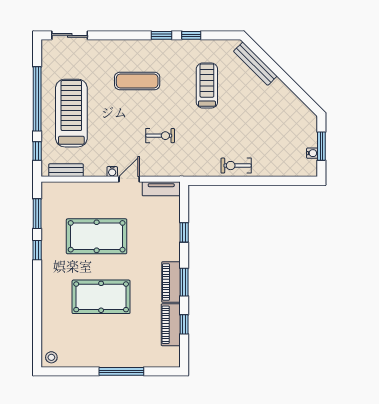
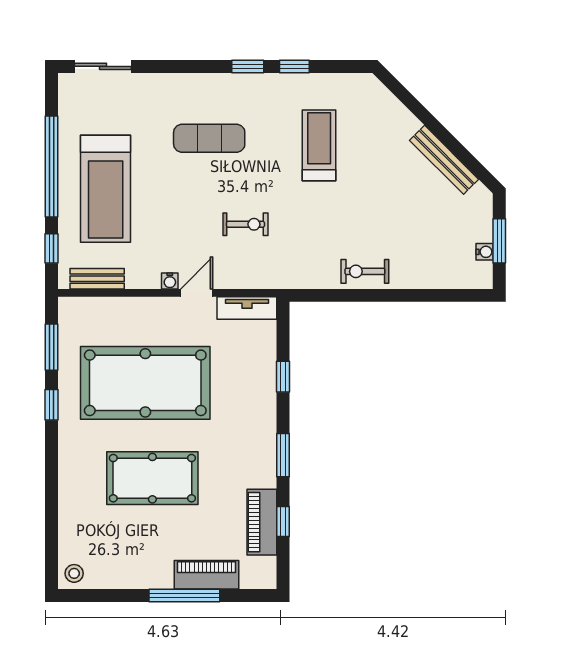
bench: (255, 64) -> (444, 160), moved
treadmill: (71, 113) -> (106, 189), turned 180
pool table: (97, 236) -> (145, 383), width x1.36, depth x1.32
piano: (171, 282) -> (206, 575), moved, turned 90

